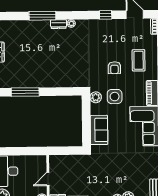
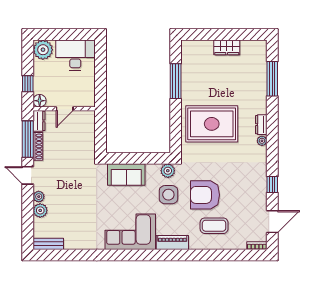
window: (42, 16) -> (272, 79), moved
rug: (58, 63) -> (212, 124), added
armchair: (114, 68) -> (205, 195), width x1.88, depth x1.88
door: (48, 179) -> (65, 109), swing flipped

